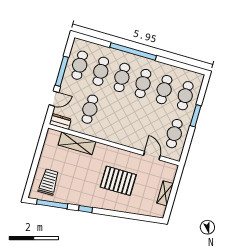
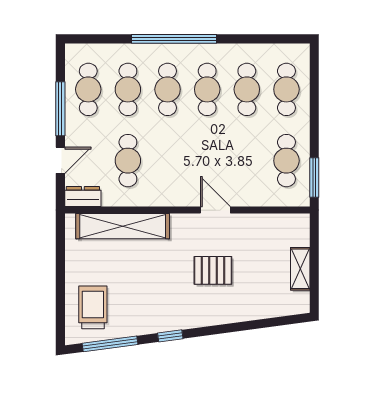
window: (196, 116) -> (314, 177), moved
shelving: (77, 143) -> (123, 226), width x1.47
door: (152, 156) -> (215, 210), moved
pallet: (118, 181) -> (213, 270), width x0.67, depth x0.71

